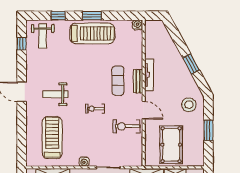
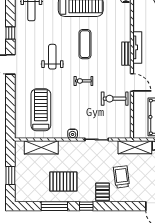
window: (22, 44) -> (10, 33), moved
exercise mat: (118, 81) -> (85, 44), moved
weight bench: (55, 94) -> (52, 57), moved, turned 90

